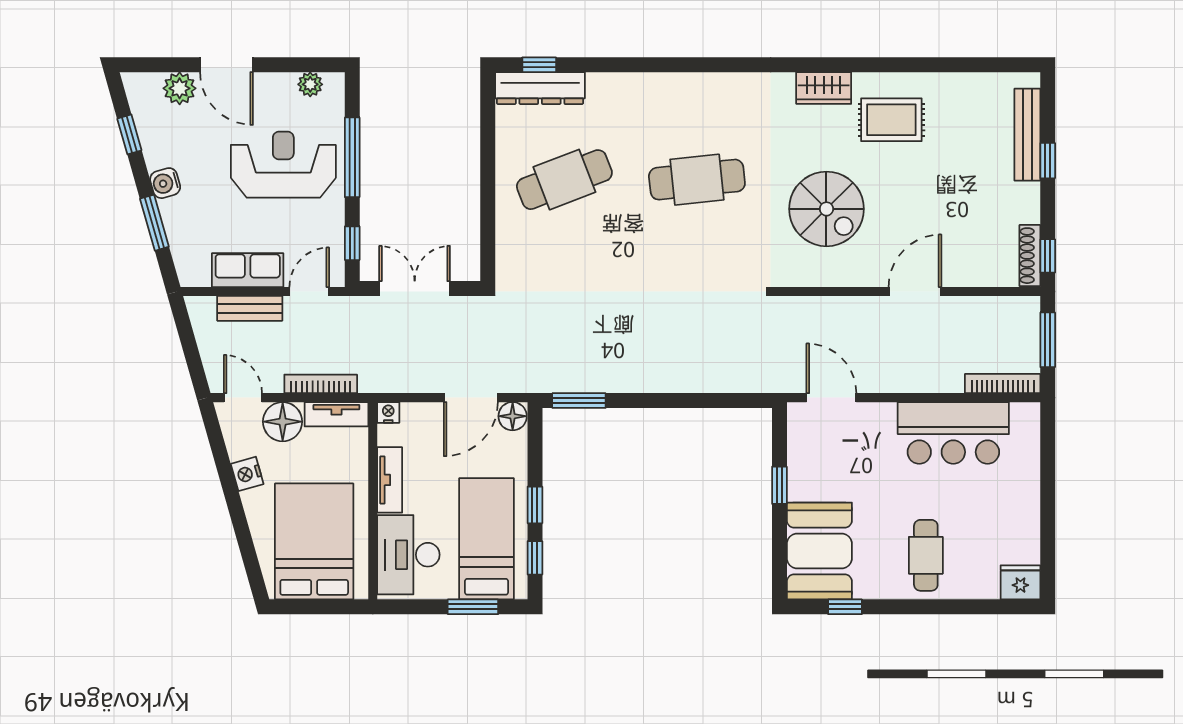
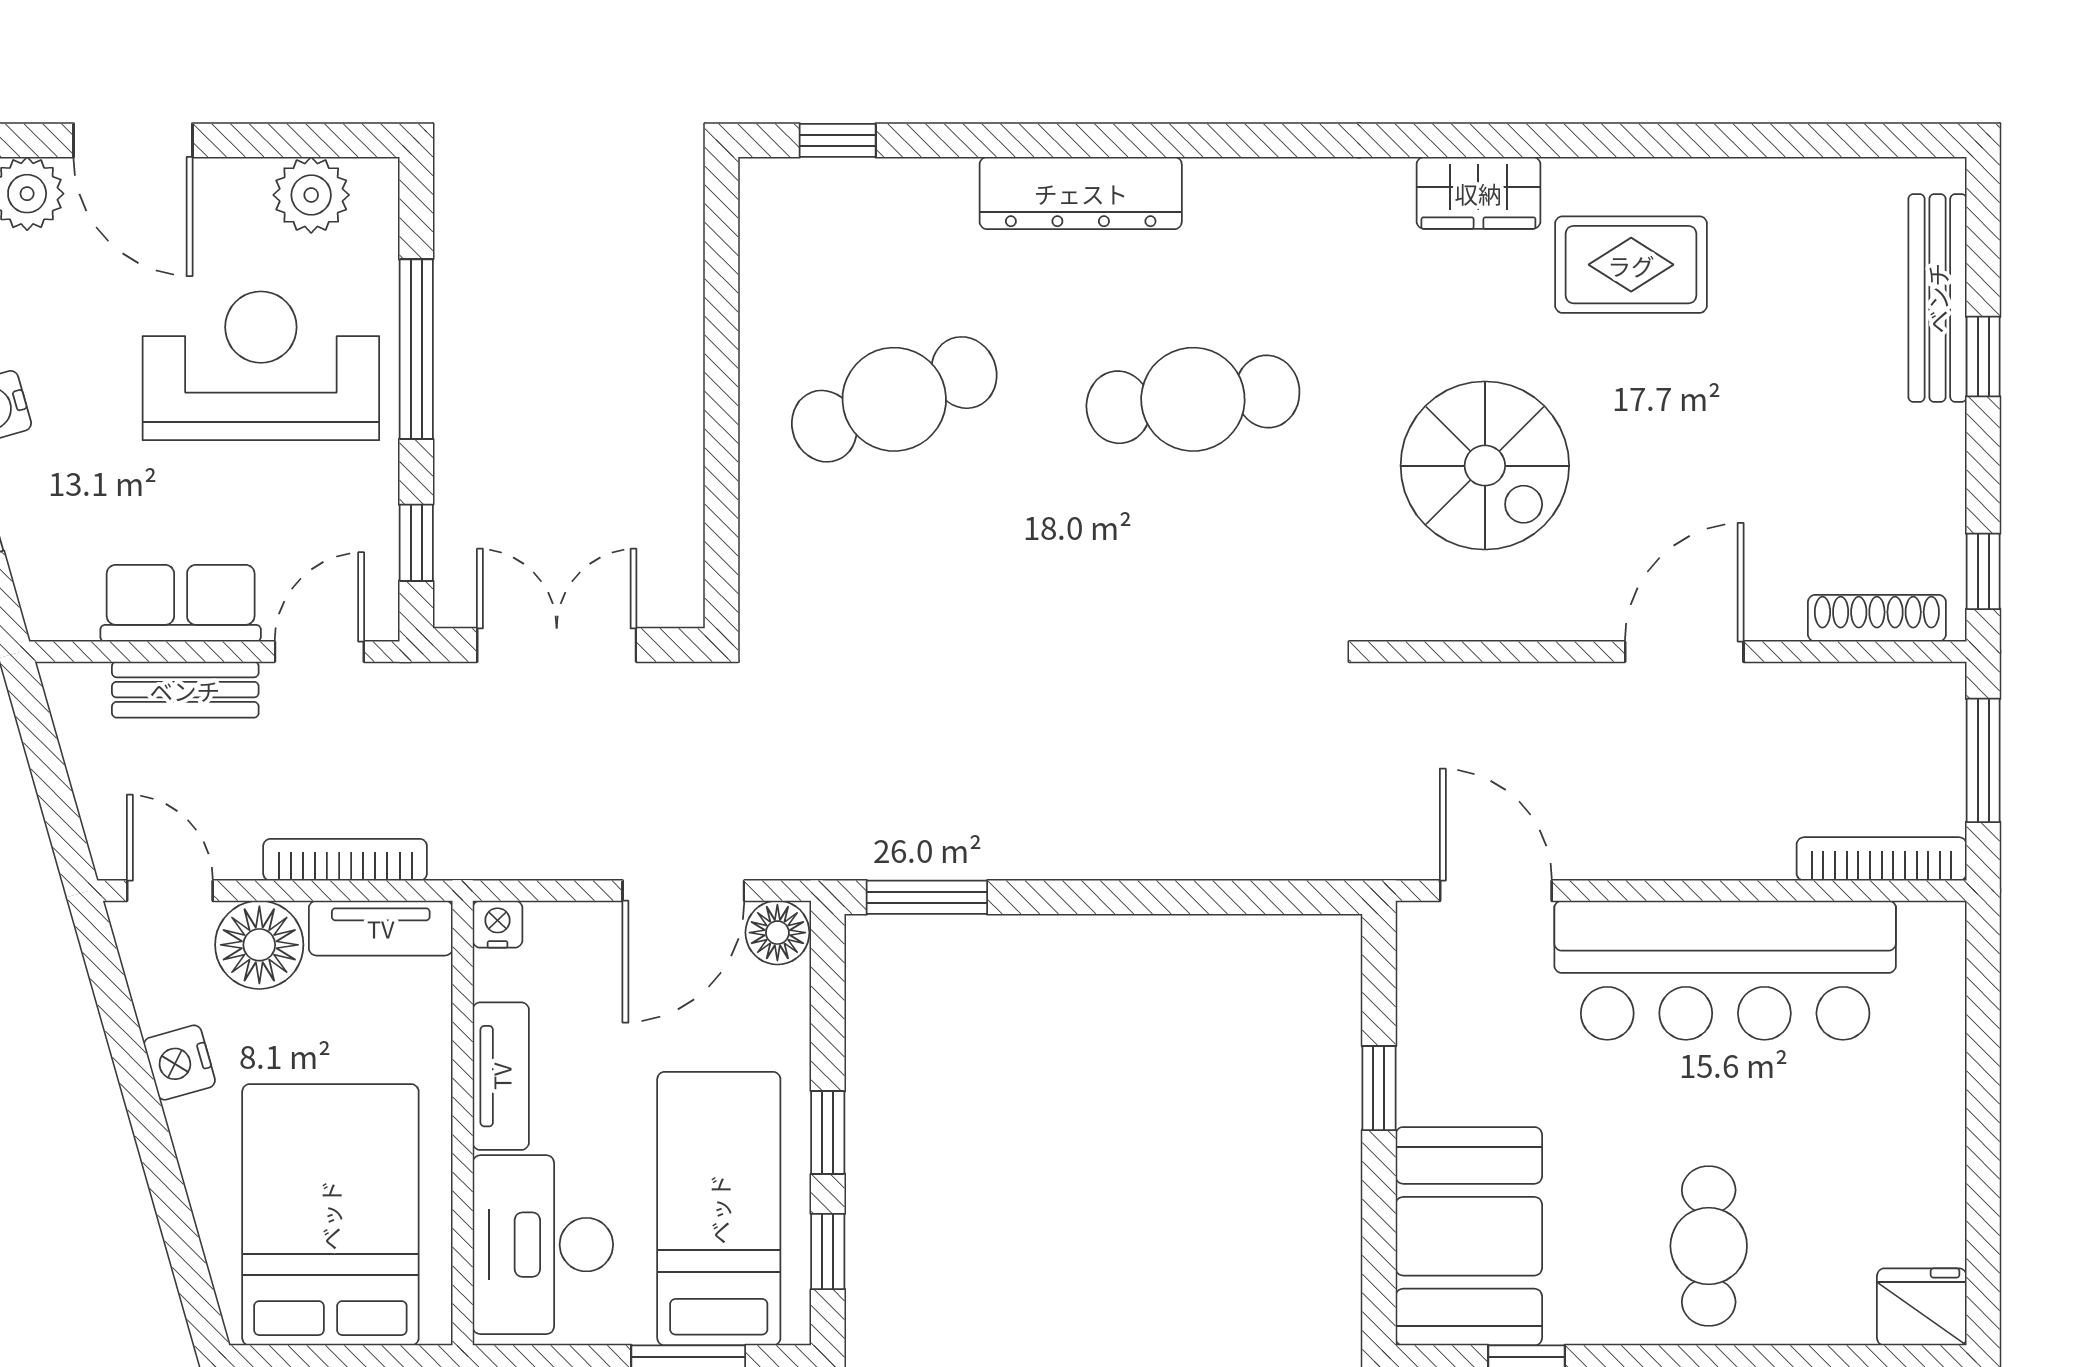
plant: (310, 84) -> (311, 195), width x1.38, depth x1.38
dresser: (540, 88) -> (1081, 193), moved
shoe rack: (1030, 256) -> (1877, 618), moved, turned 90
bar counter: (953, 433) -> (1725, 970), width x1.36

